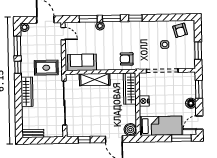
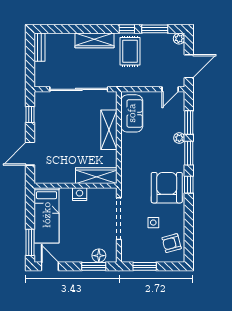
armchair: (127, 59) -> (167, 188), moved, width x1.88, depth x1.88
rug: (46, 68) -> (130, 51), moved
floor lamp: (191, 103) -> (99, 256), moved
boiler: (130, 130) -> (42, 175), removed

